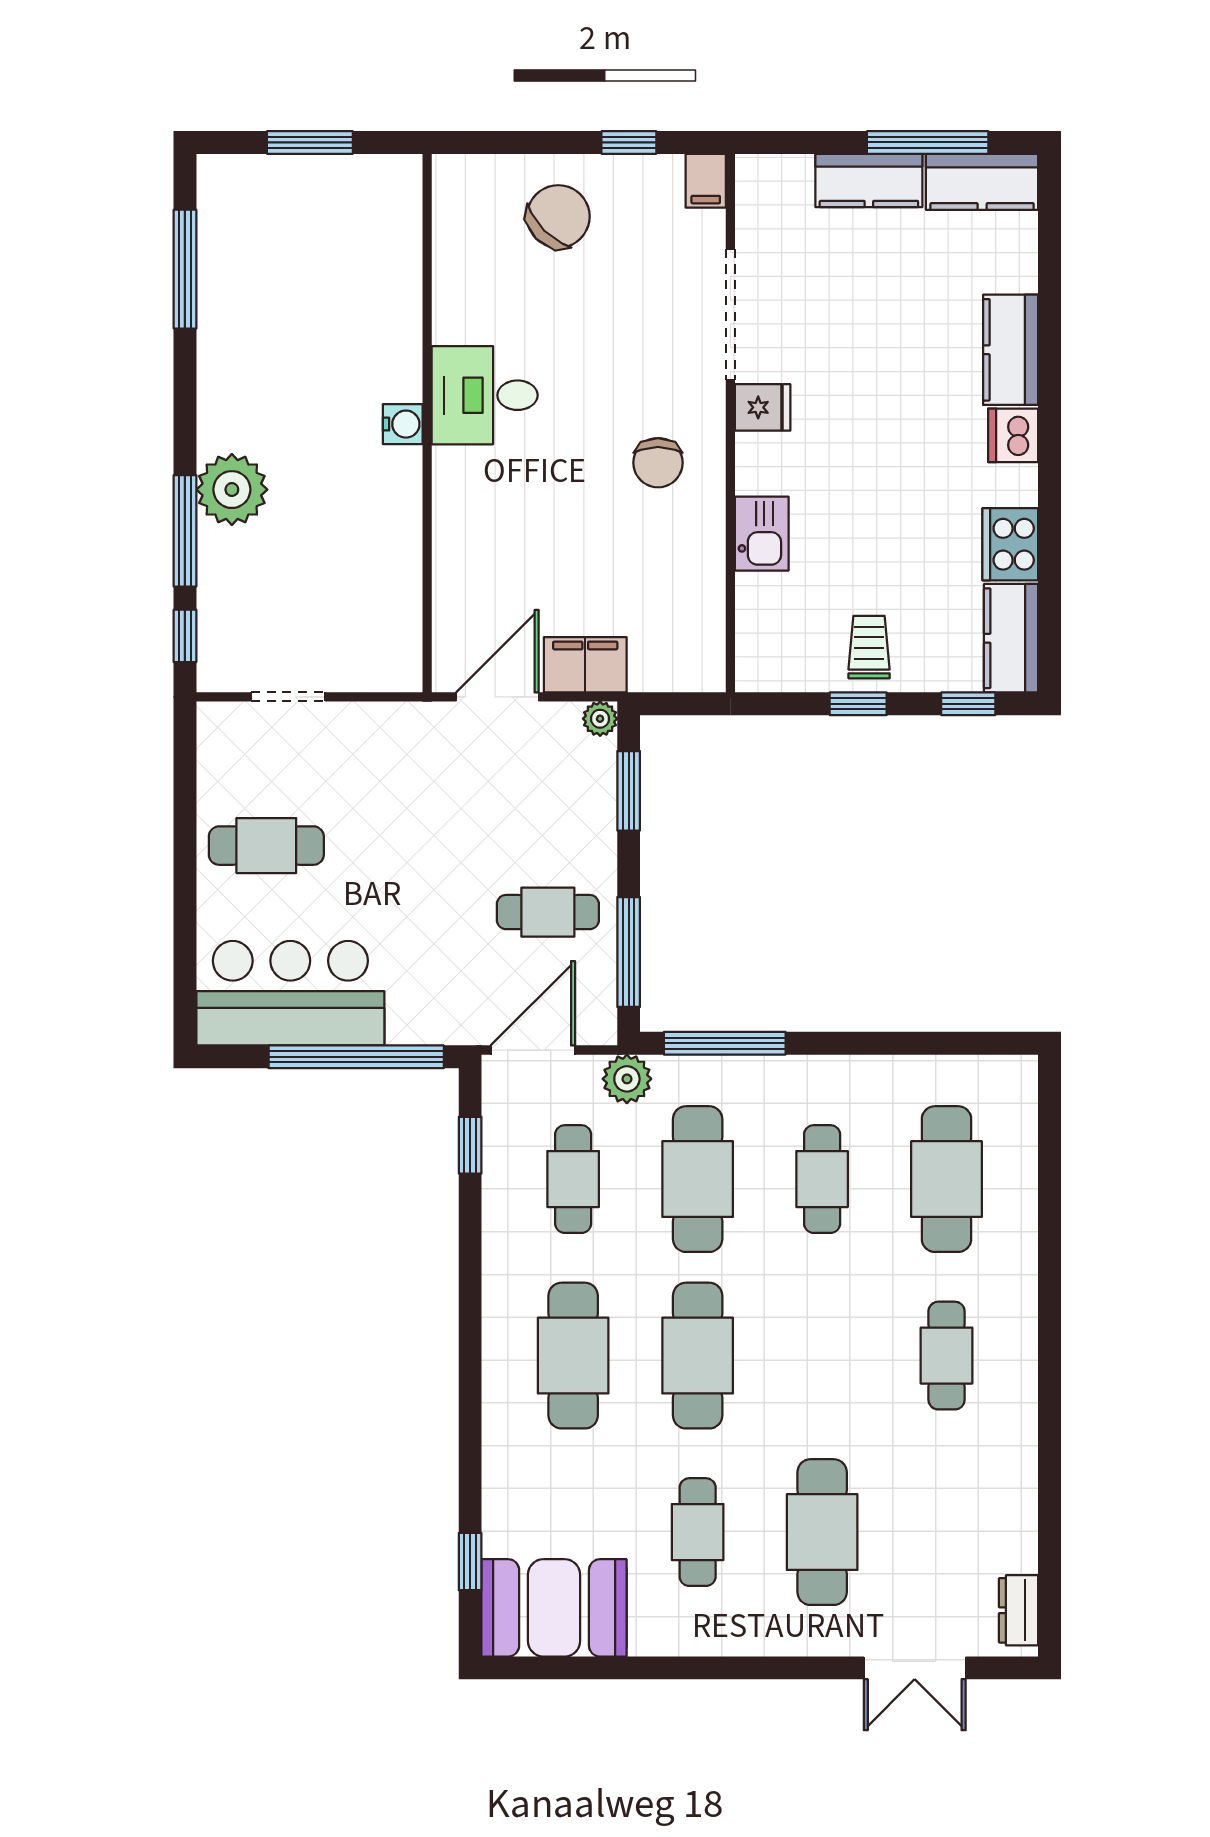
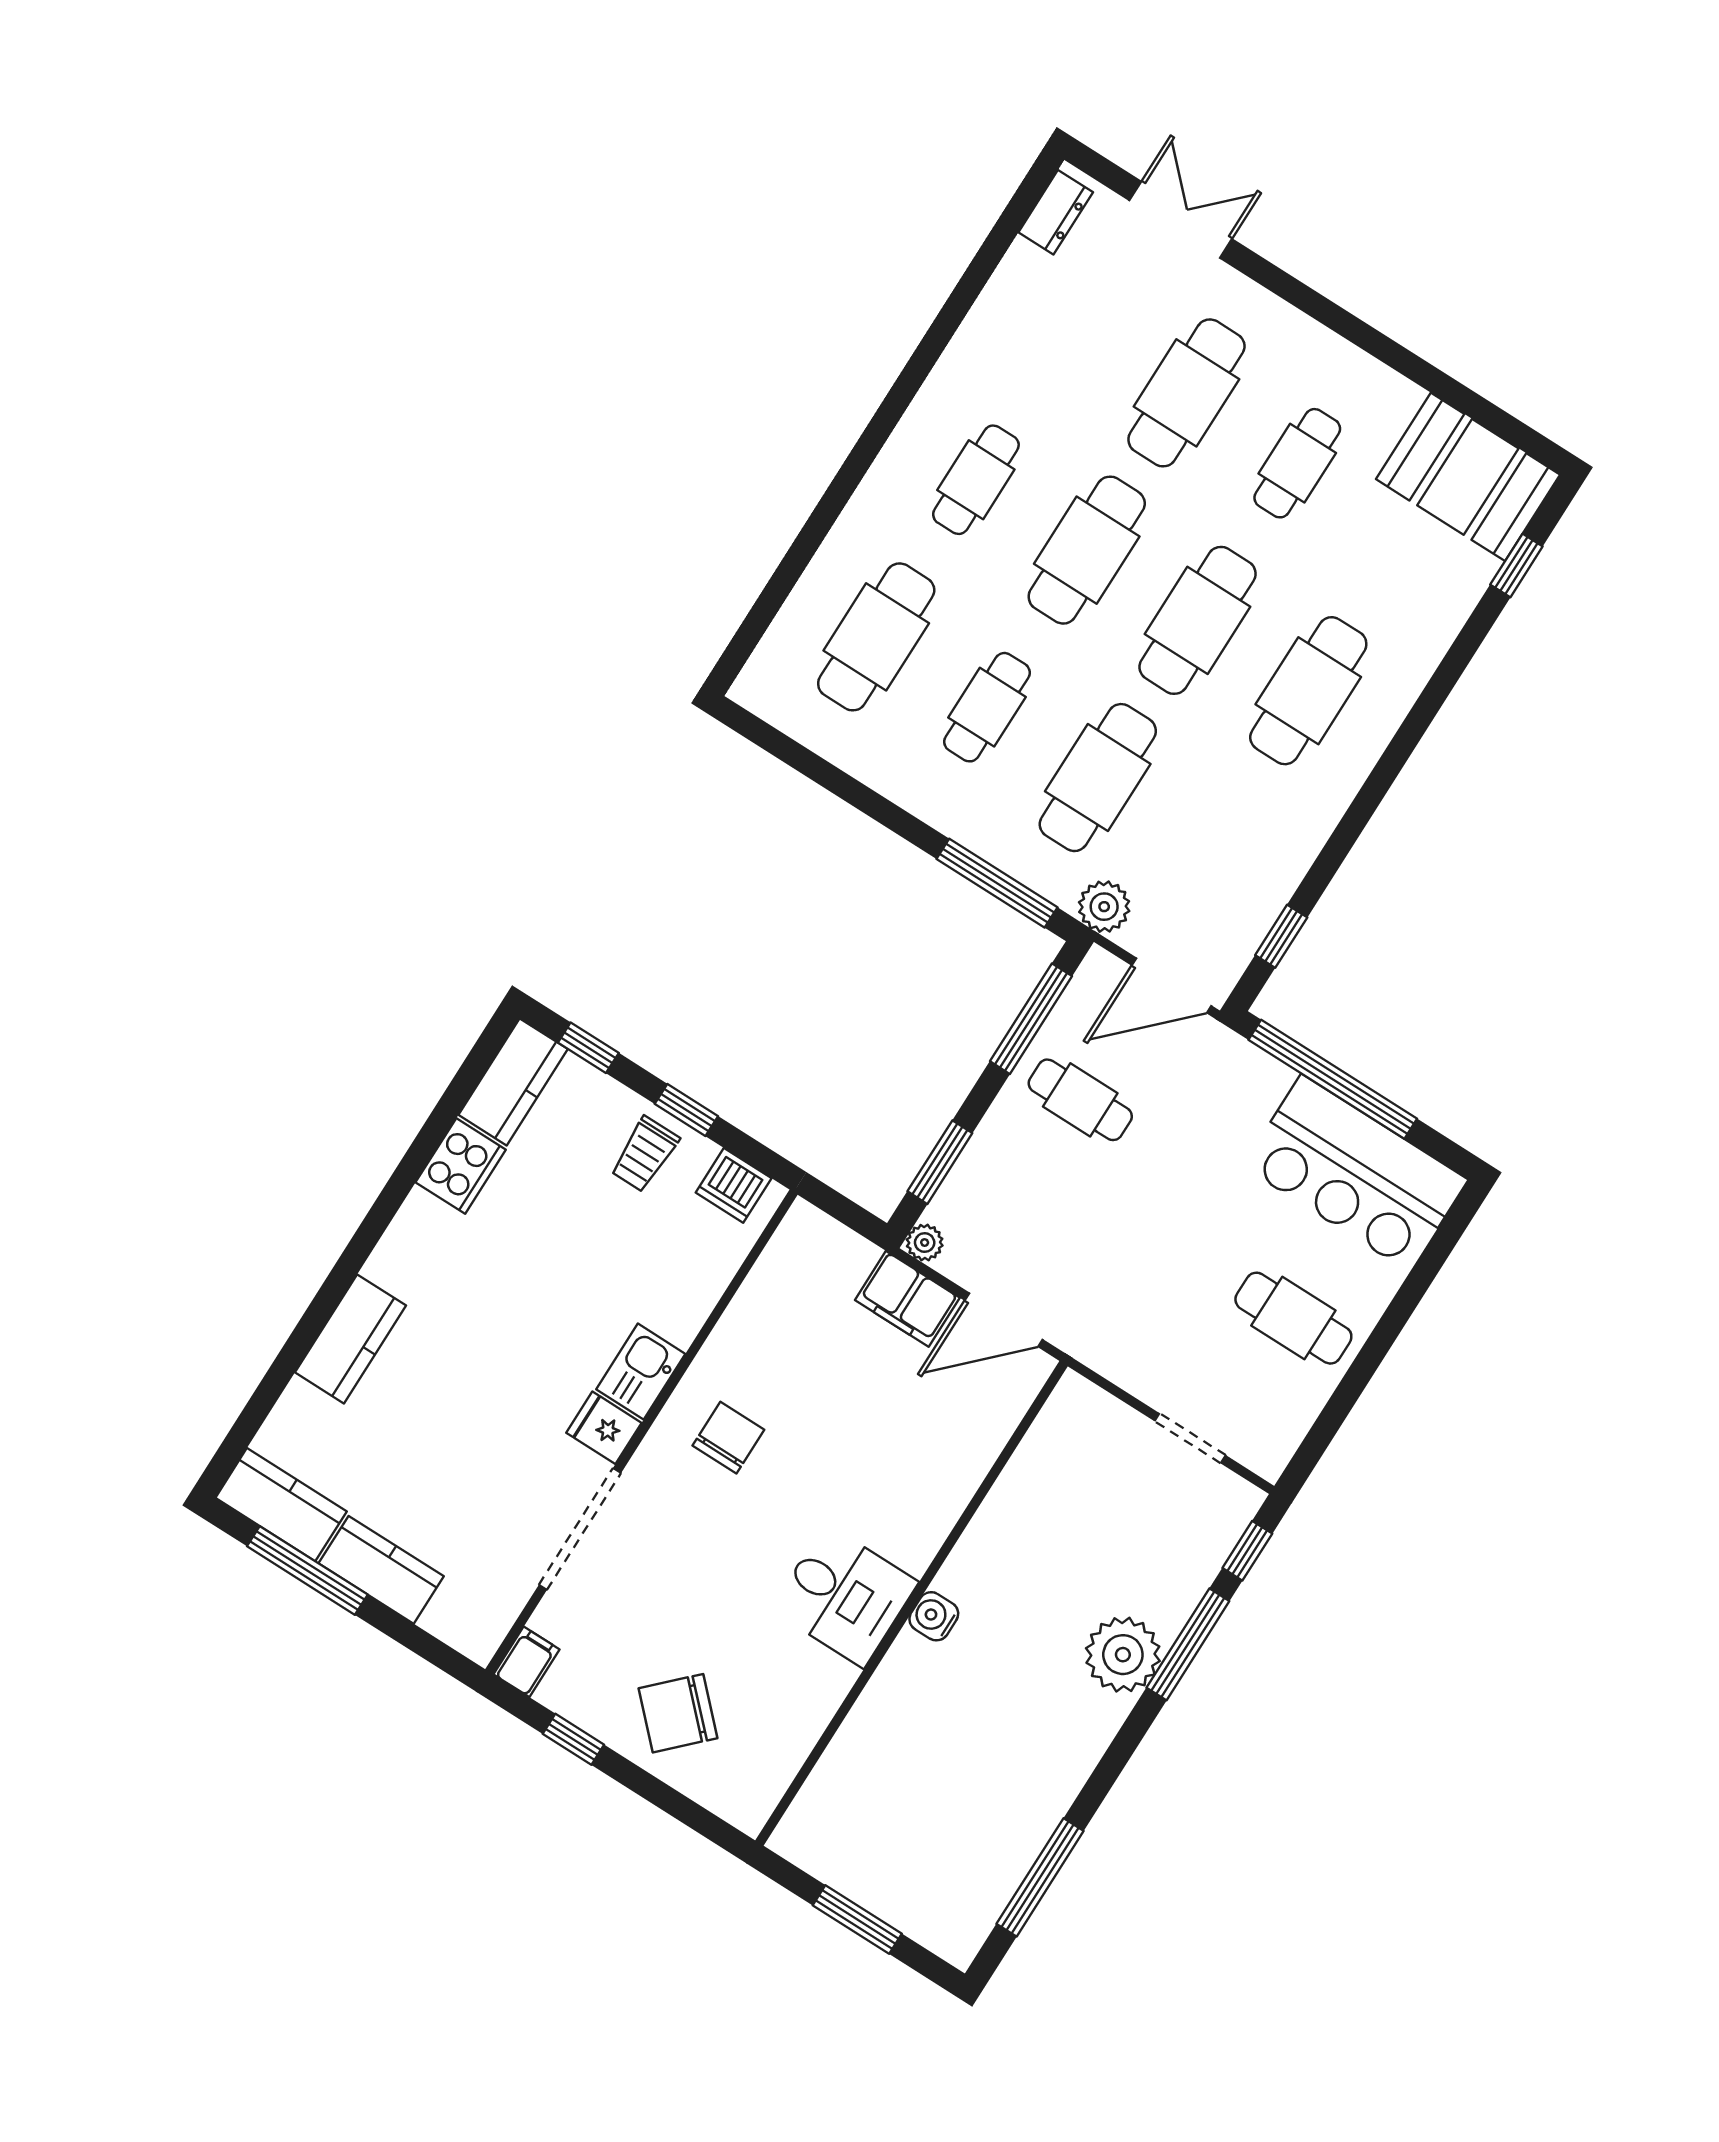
dishwasher: (1013, 435) -> (734, 1185), moved, turned 90
kitchen sink: (762, 534) -> (641, 1372), moved
cafe table: (573, 1179) -> (1087, 550), moved, width x1.37, depth x1.35

